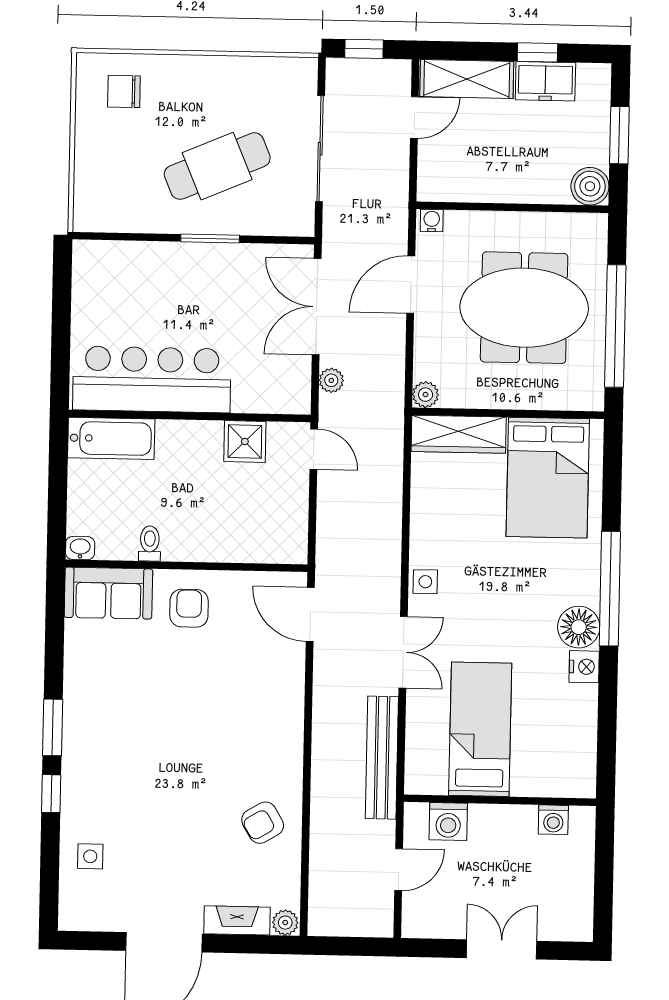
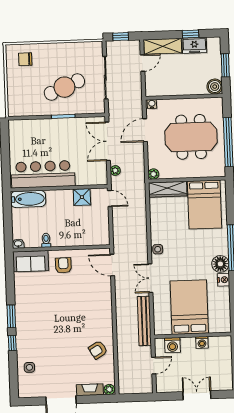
double door: (403, 652) -> (150, 278), swing flipped
bed: (480, 729) -> (189, 307), width x1.50
washing machine: (553, 820) -> (202, 342), moved

